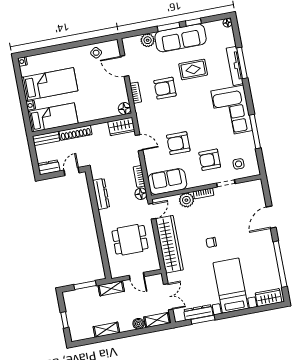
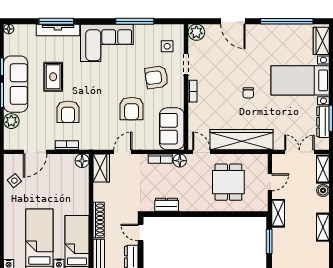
armchair: (210, 160) -> (157, 77), turned 82
dresser: (101, 194) -> (167, 205), width x0.70
plant: (186, 200) -> (196, 32), moved

